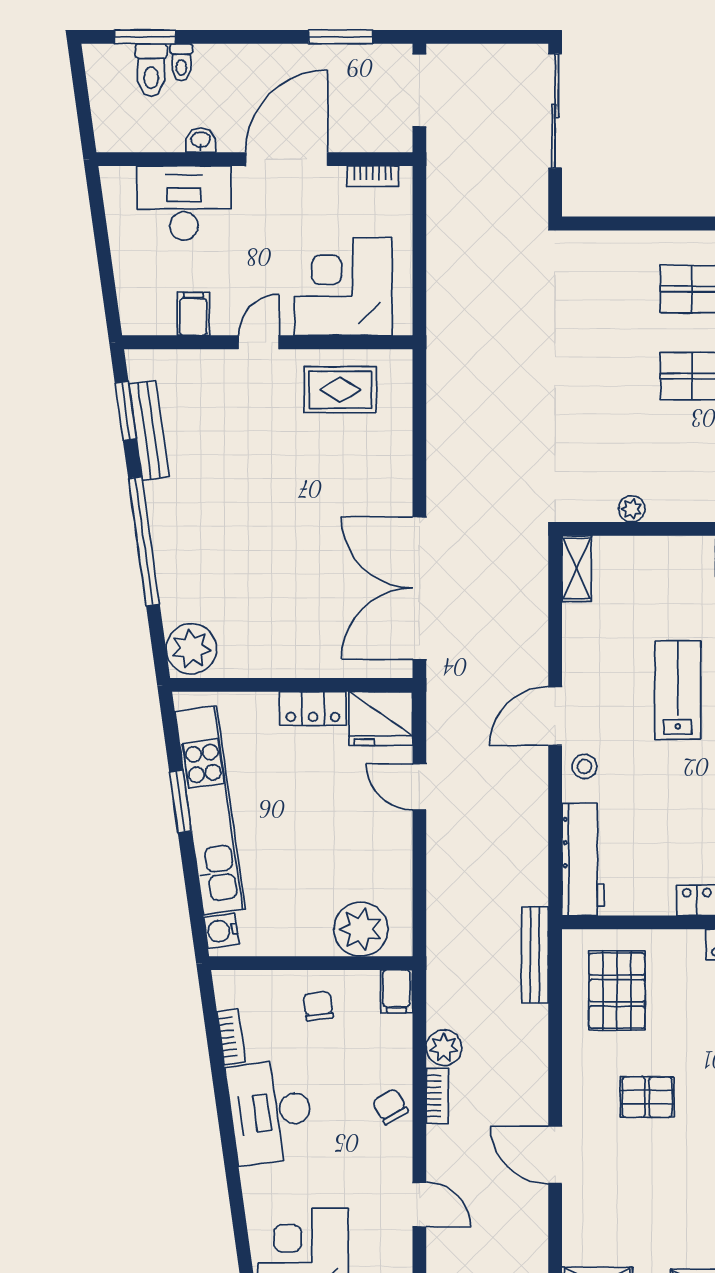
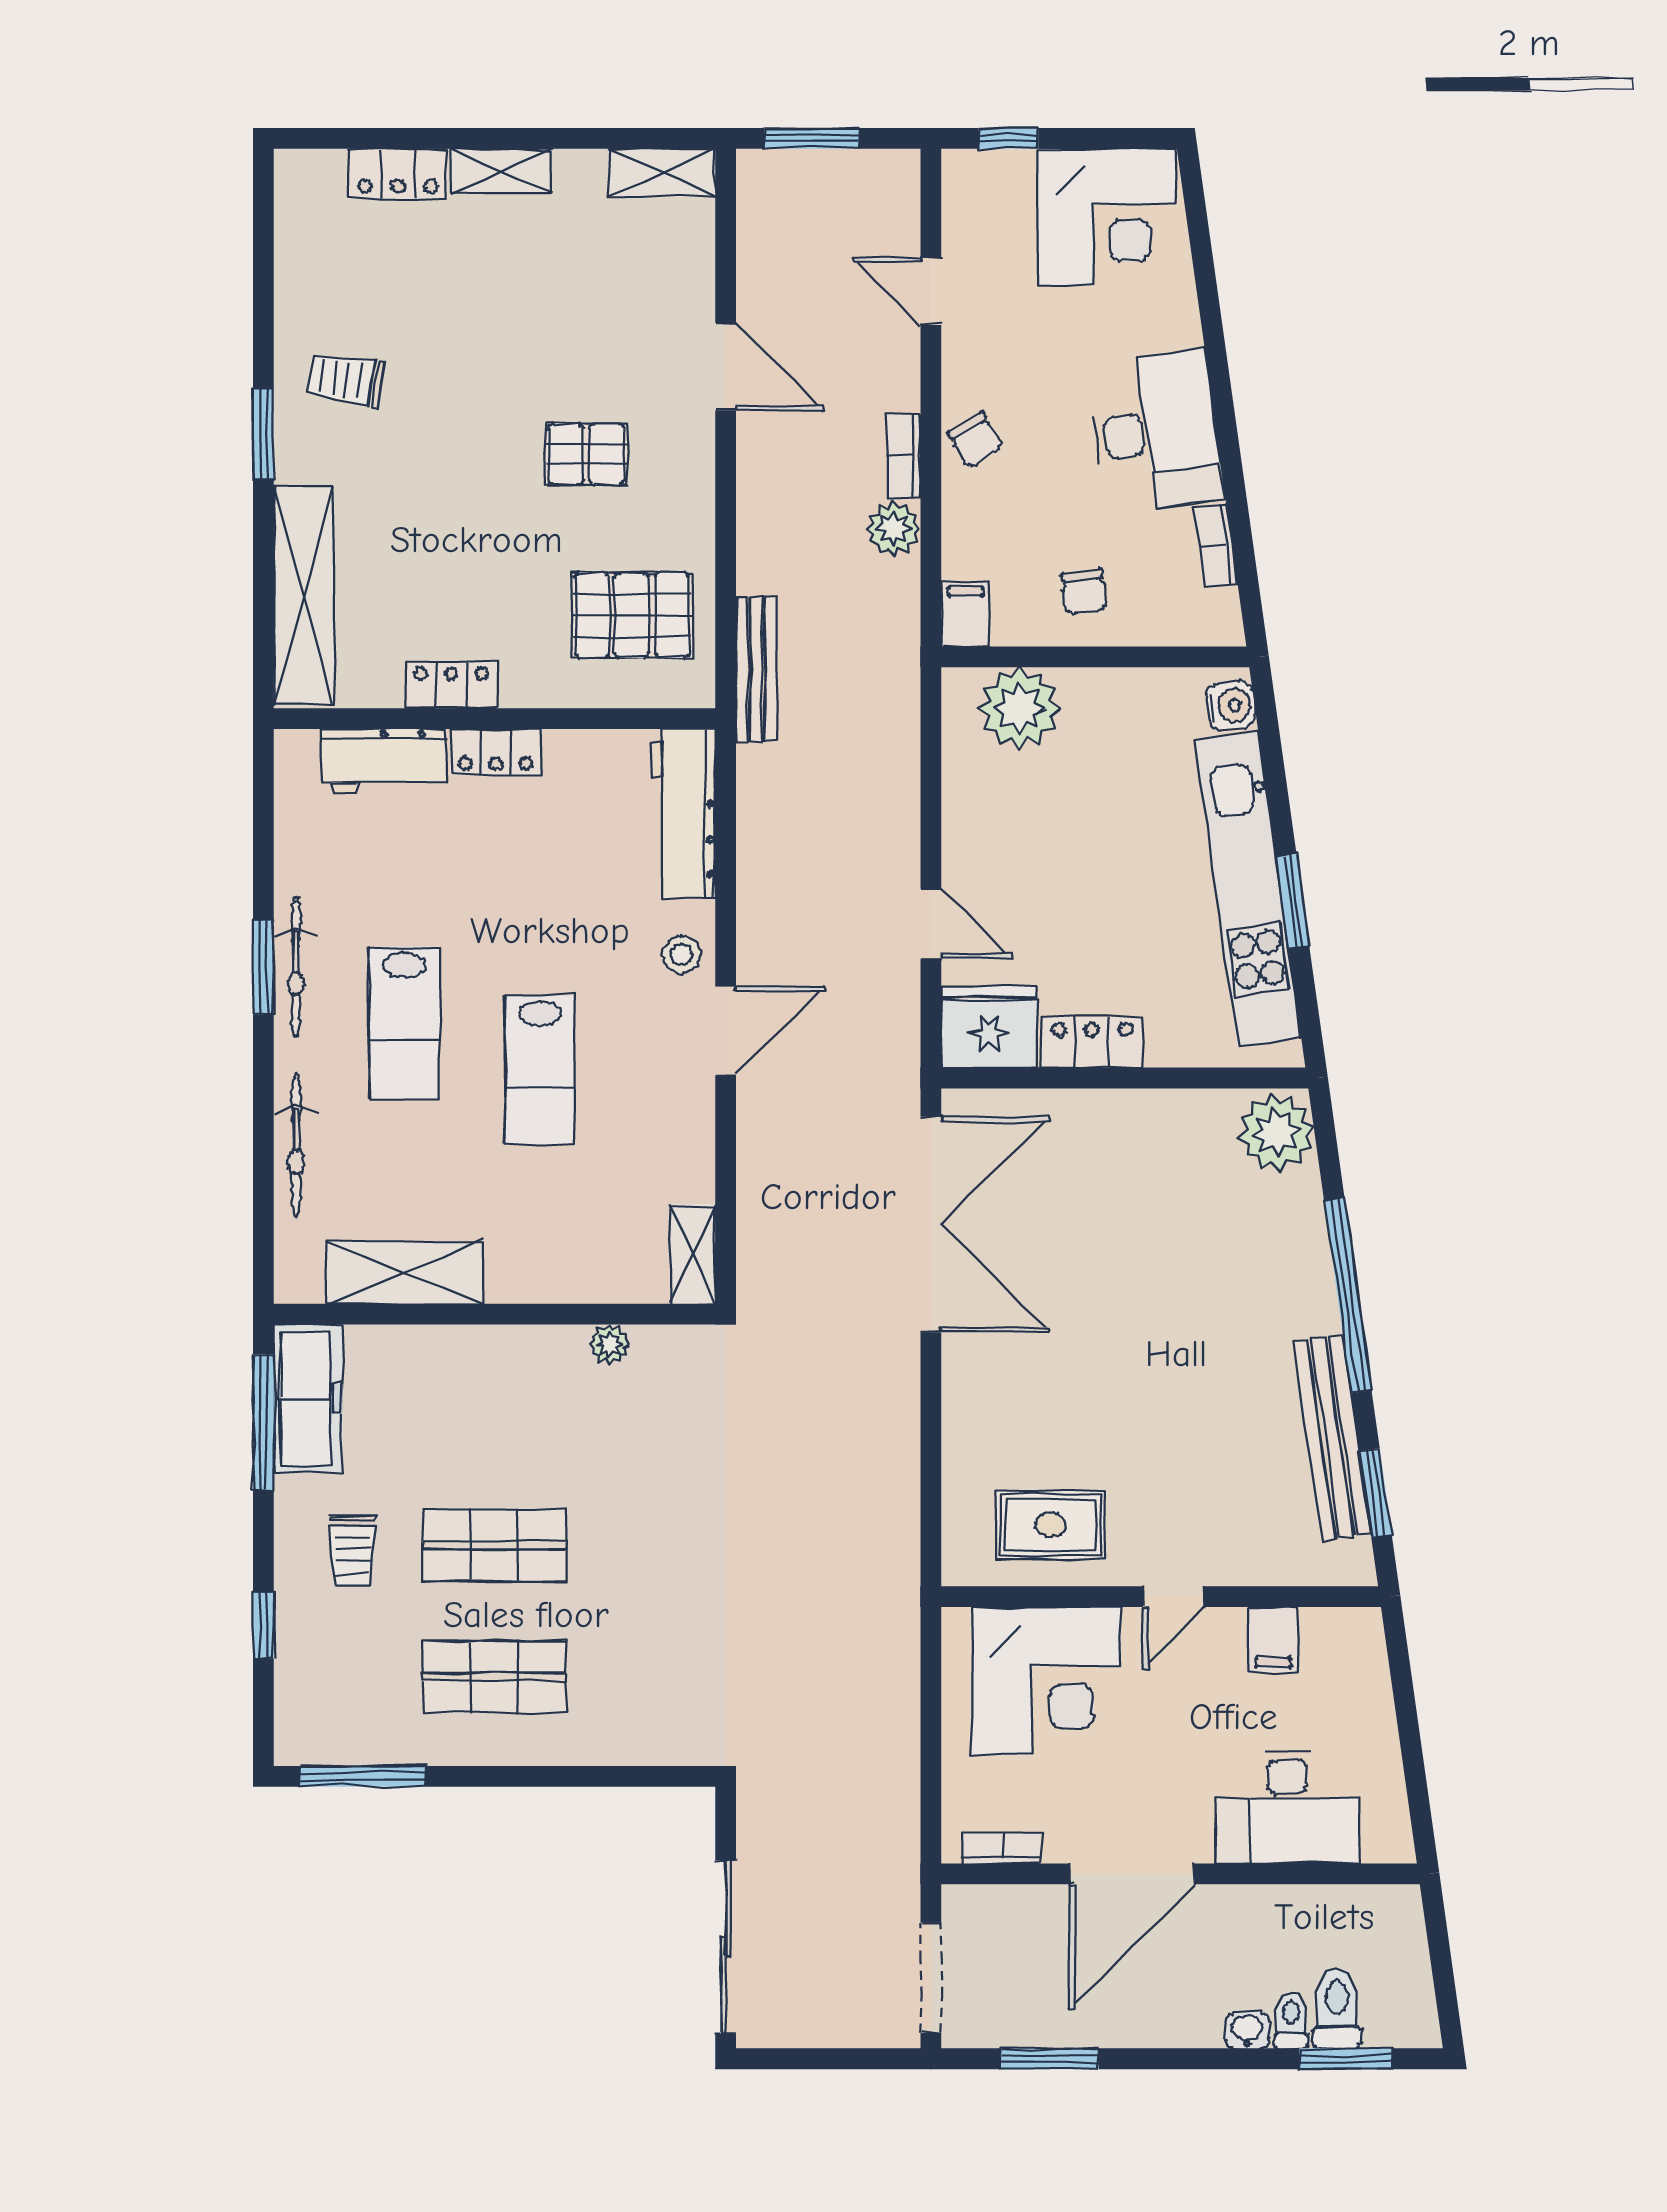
washbasin: (201, 140) -> (1247, 2030), moved, turned 180
bench: (149, 430) -> (1332, 1438), width x1.37, depth x1.21
pallet: (617, 991) -> (632, 615), turned 90

